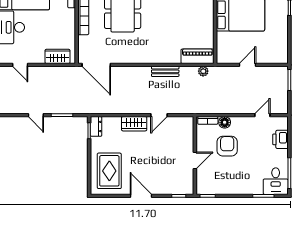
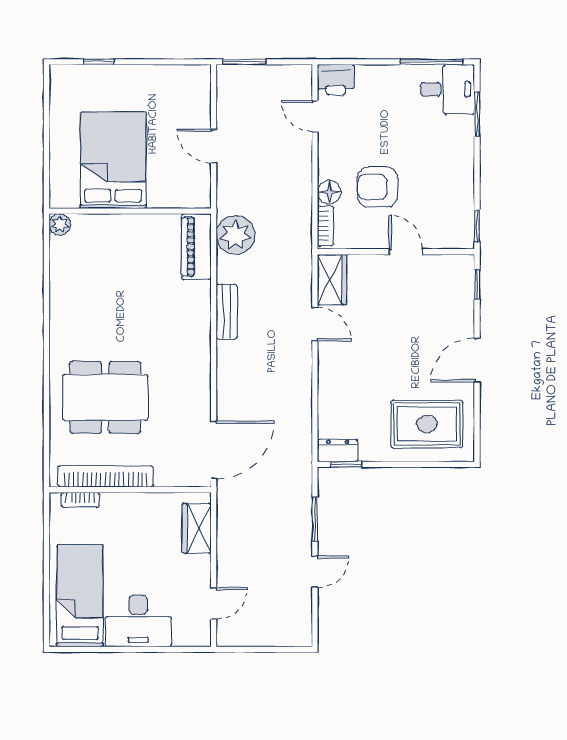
plant: (203, 71) -> (236, 235), width x1.87, depth x1.87
wardrobe: (134, 124) -> (332, 279), moved
printer: (281, 139) -> (336, 80), moved

